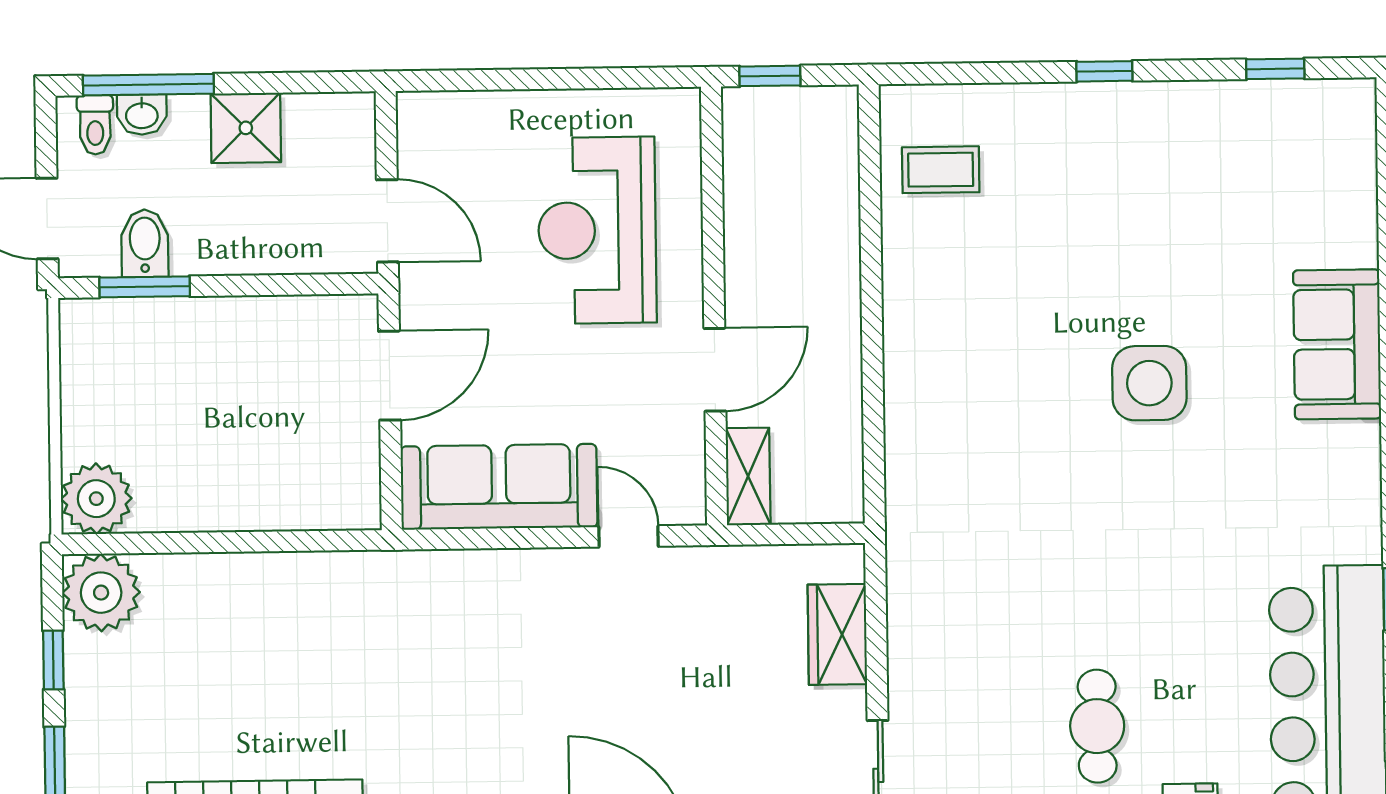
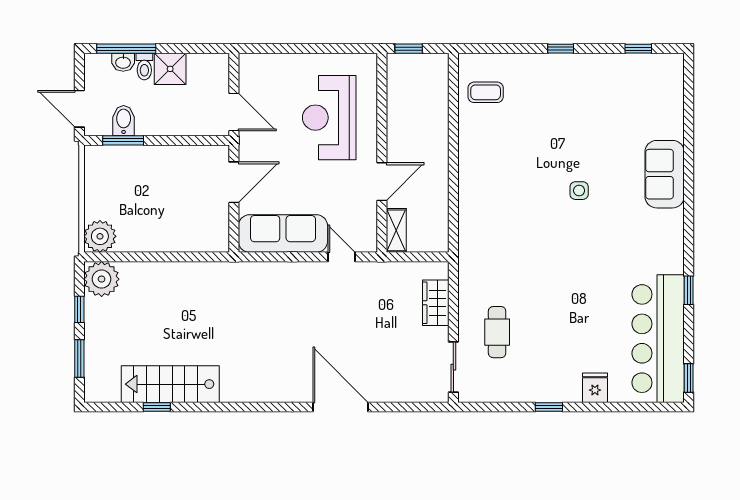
toilet: (95, 125) -> (144, 67), moved
side table: (1149, 383) -> (579, 191), width x0.54, depth x0.54
cafe table: (1097, 726) -> (497, 332), moved

